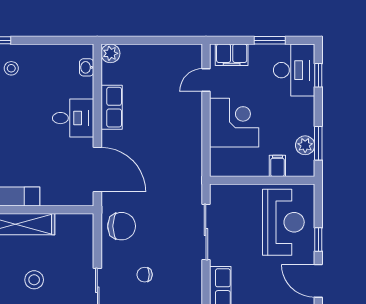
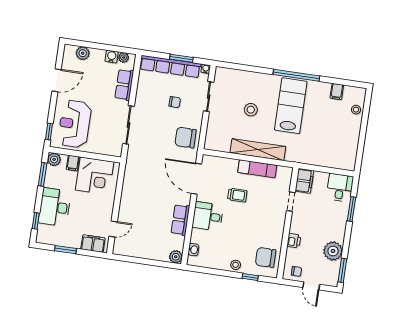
stool: (11, 68) -> (236, 265), moved
desk: (294, 70) -> (55, 207), moved
corner desk: (234, 123) -> (95, 176), moved, turned -90
plant: (305, 145) -> (54, 159), moved
trolley: (35, 155) -> (237, 195), added
window: (318, 239) -> (49, 132), moved
door: (318, 281) -> (57, 80), hinge flipped

